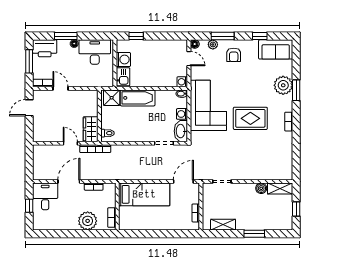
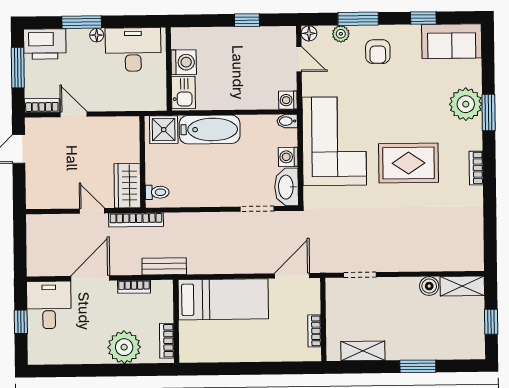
window: (136, 36) -> (247, 20), moved
bench: (111, 175) -> (164, 266), added

